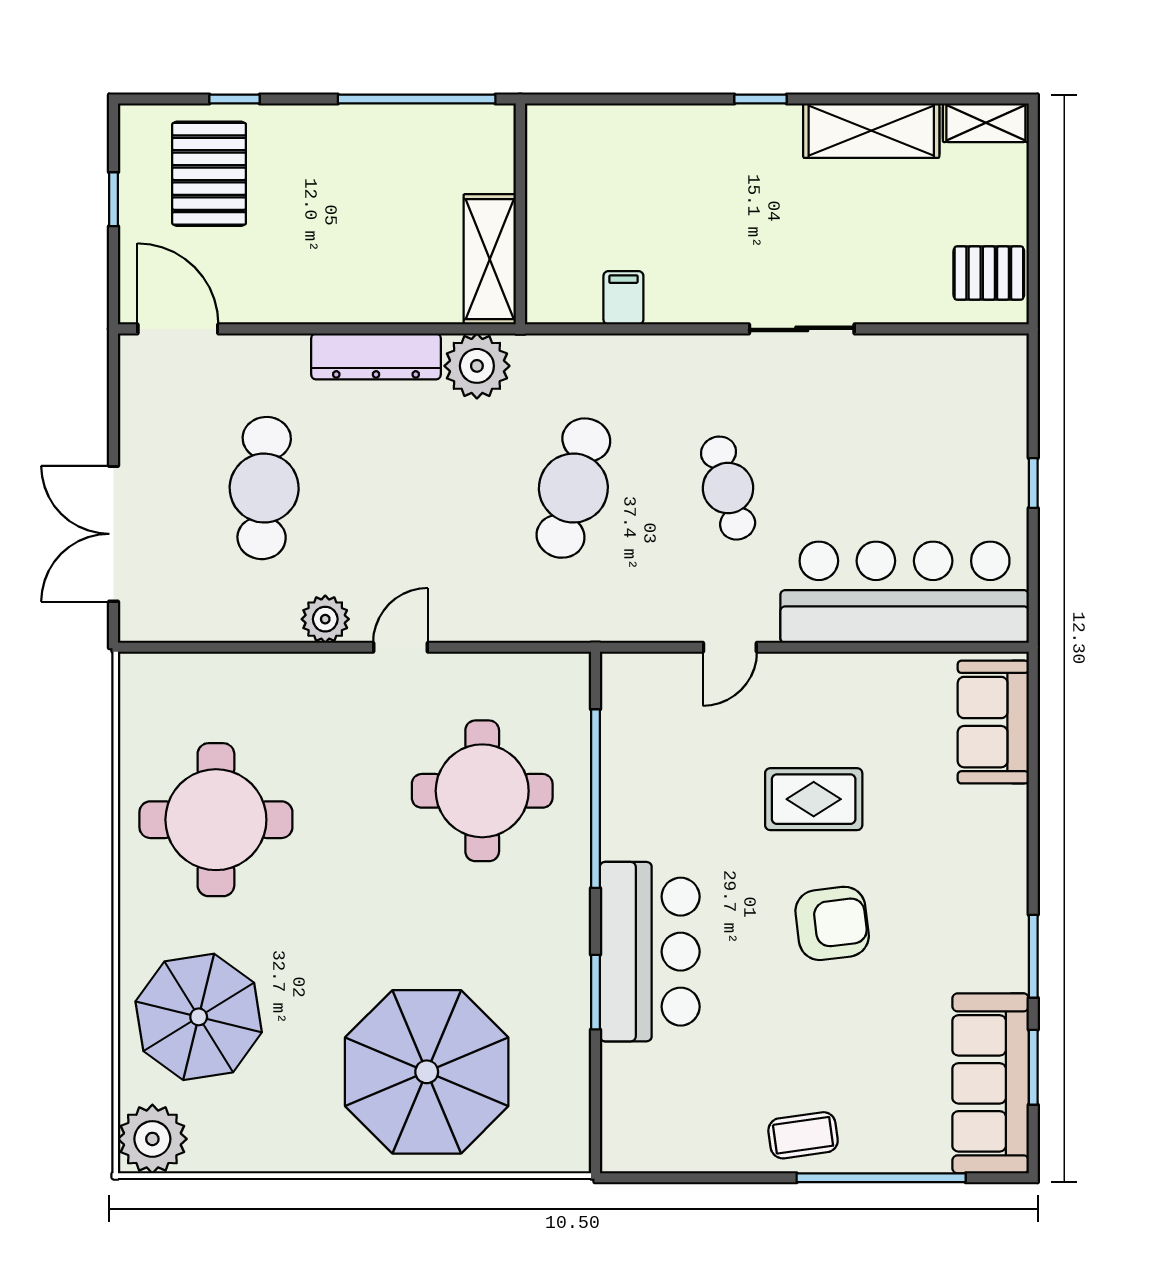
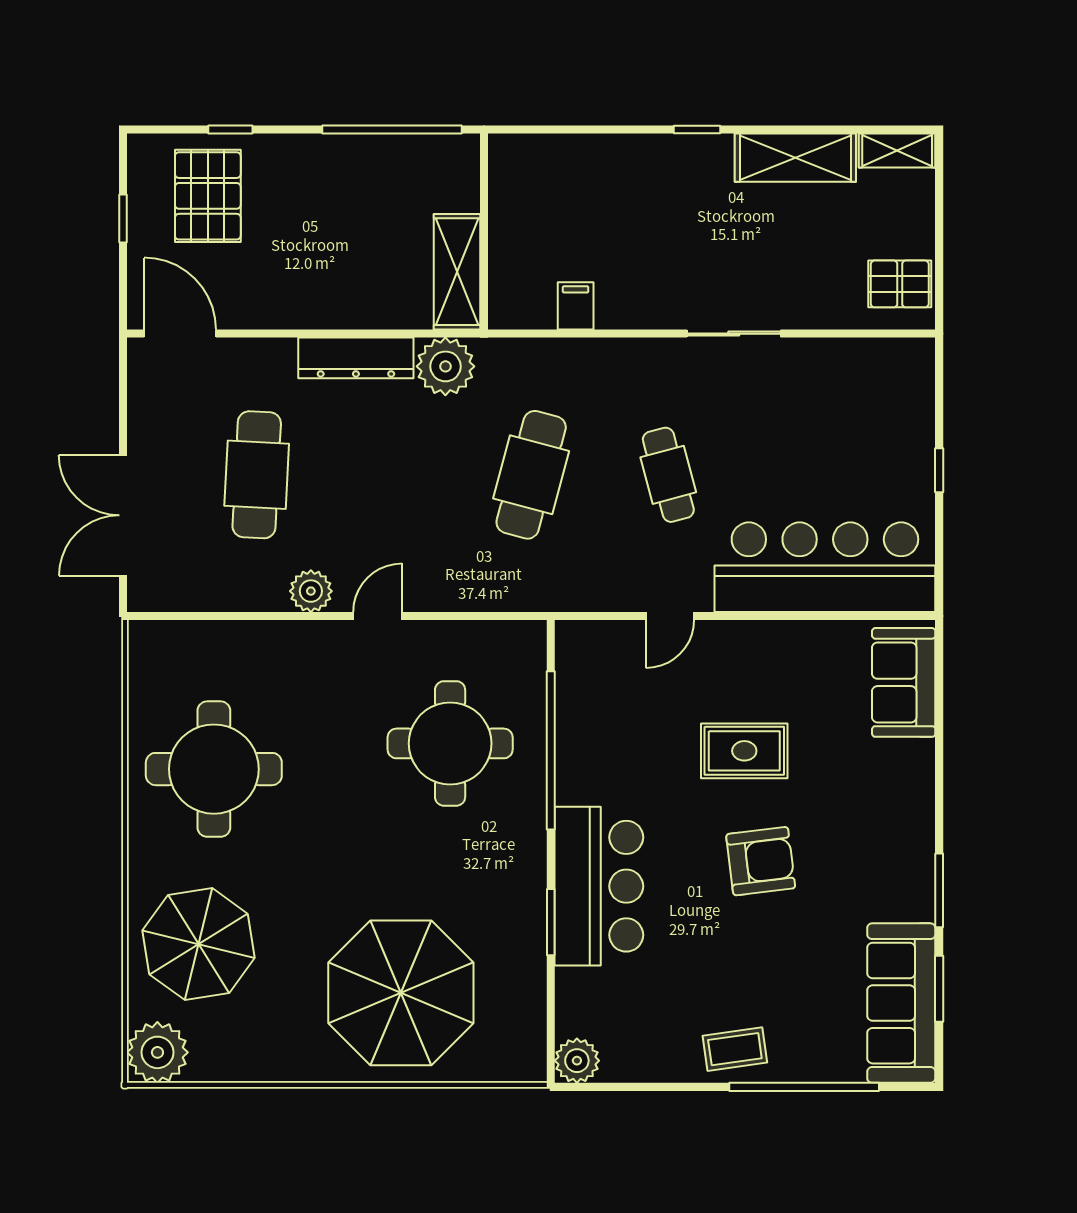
plant: (625, 1148) -> (577, 1061), added

